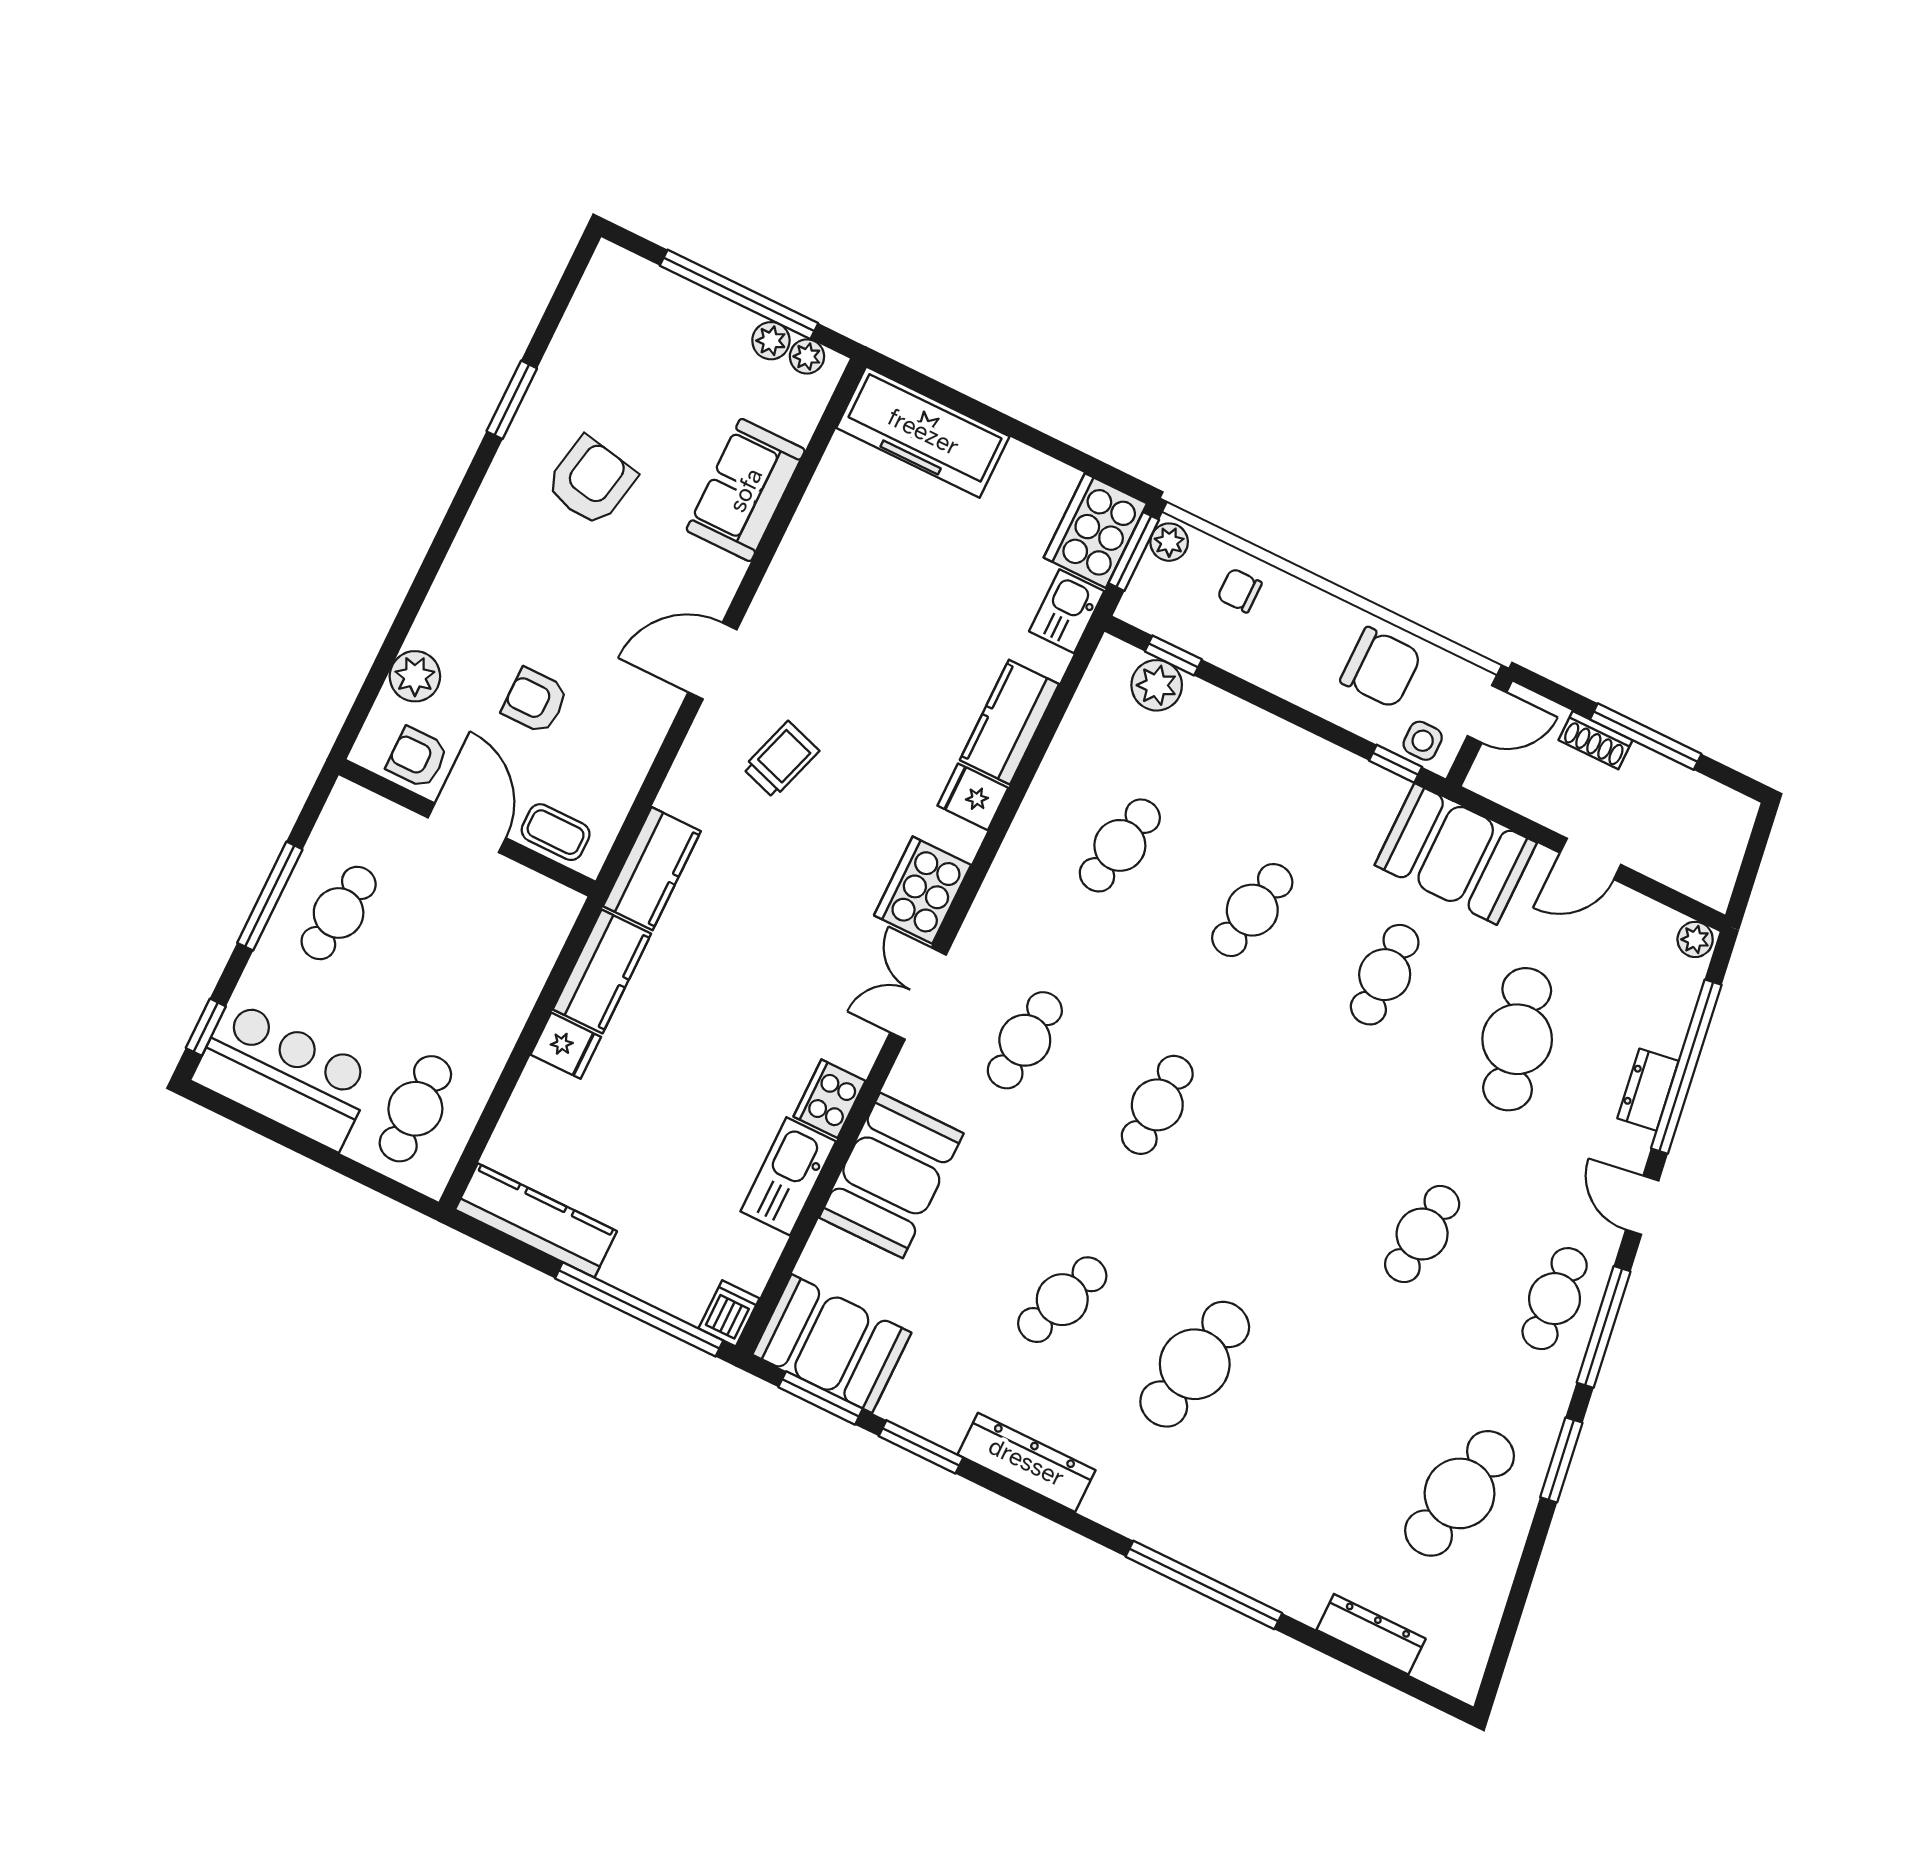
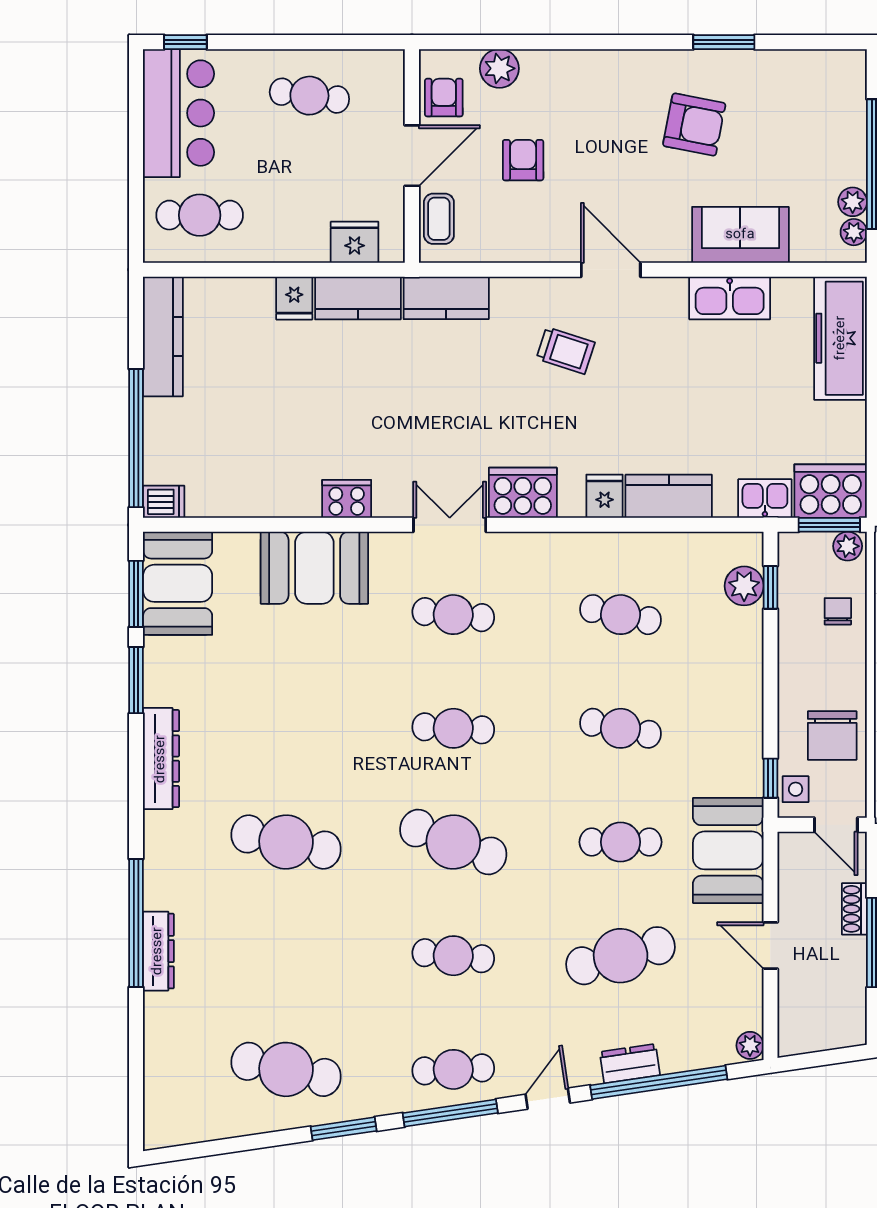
window: (270, 896) -> (298, 42), removed
fridge: (535, 944) -> (355, 242), added
kitchen sink: (788, 1176) -> (730, 298), moved, turned 180
cafe table: (1062, 1300) -> (453, 842), moved, width x1.37, depth x1.35
dresser: (1371, 1634) -> (158, 951), moved

